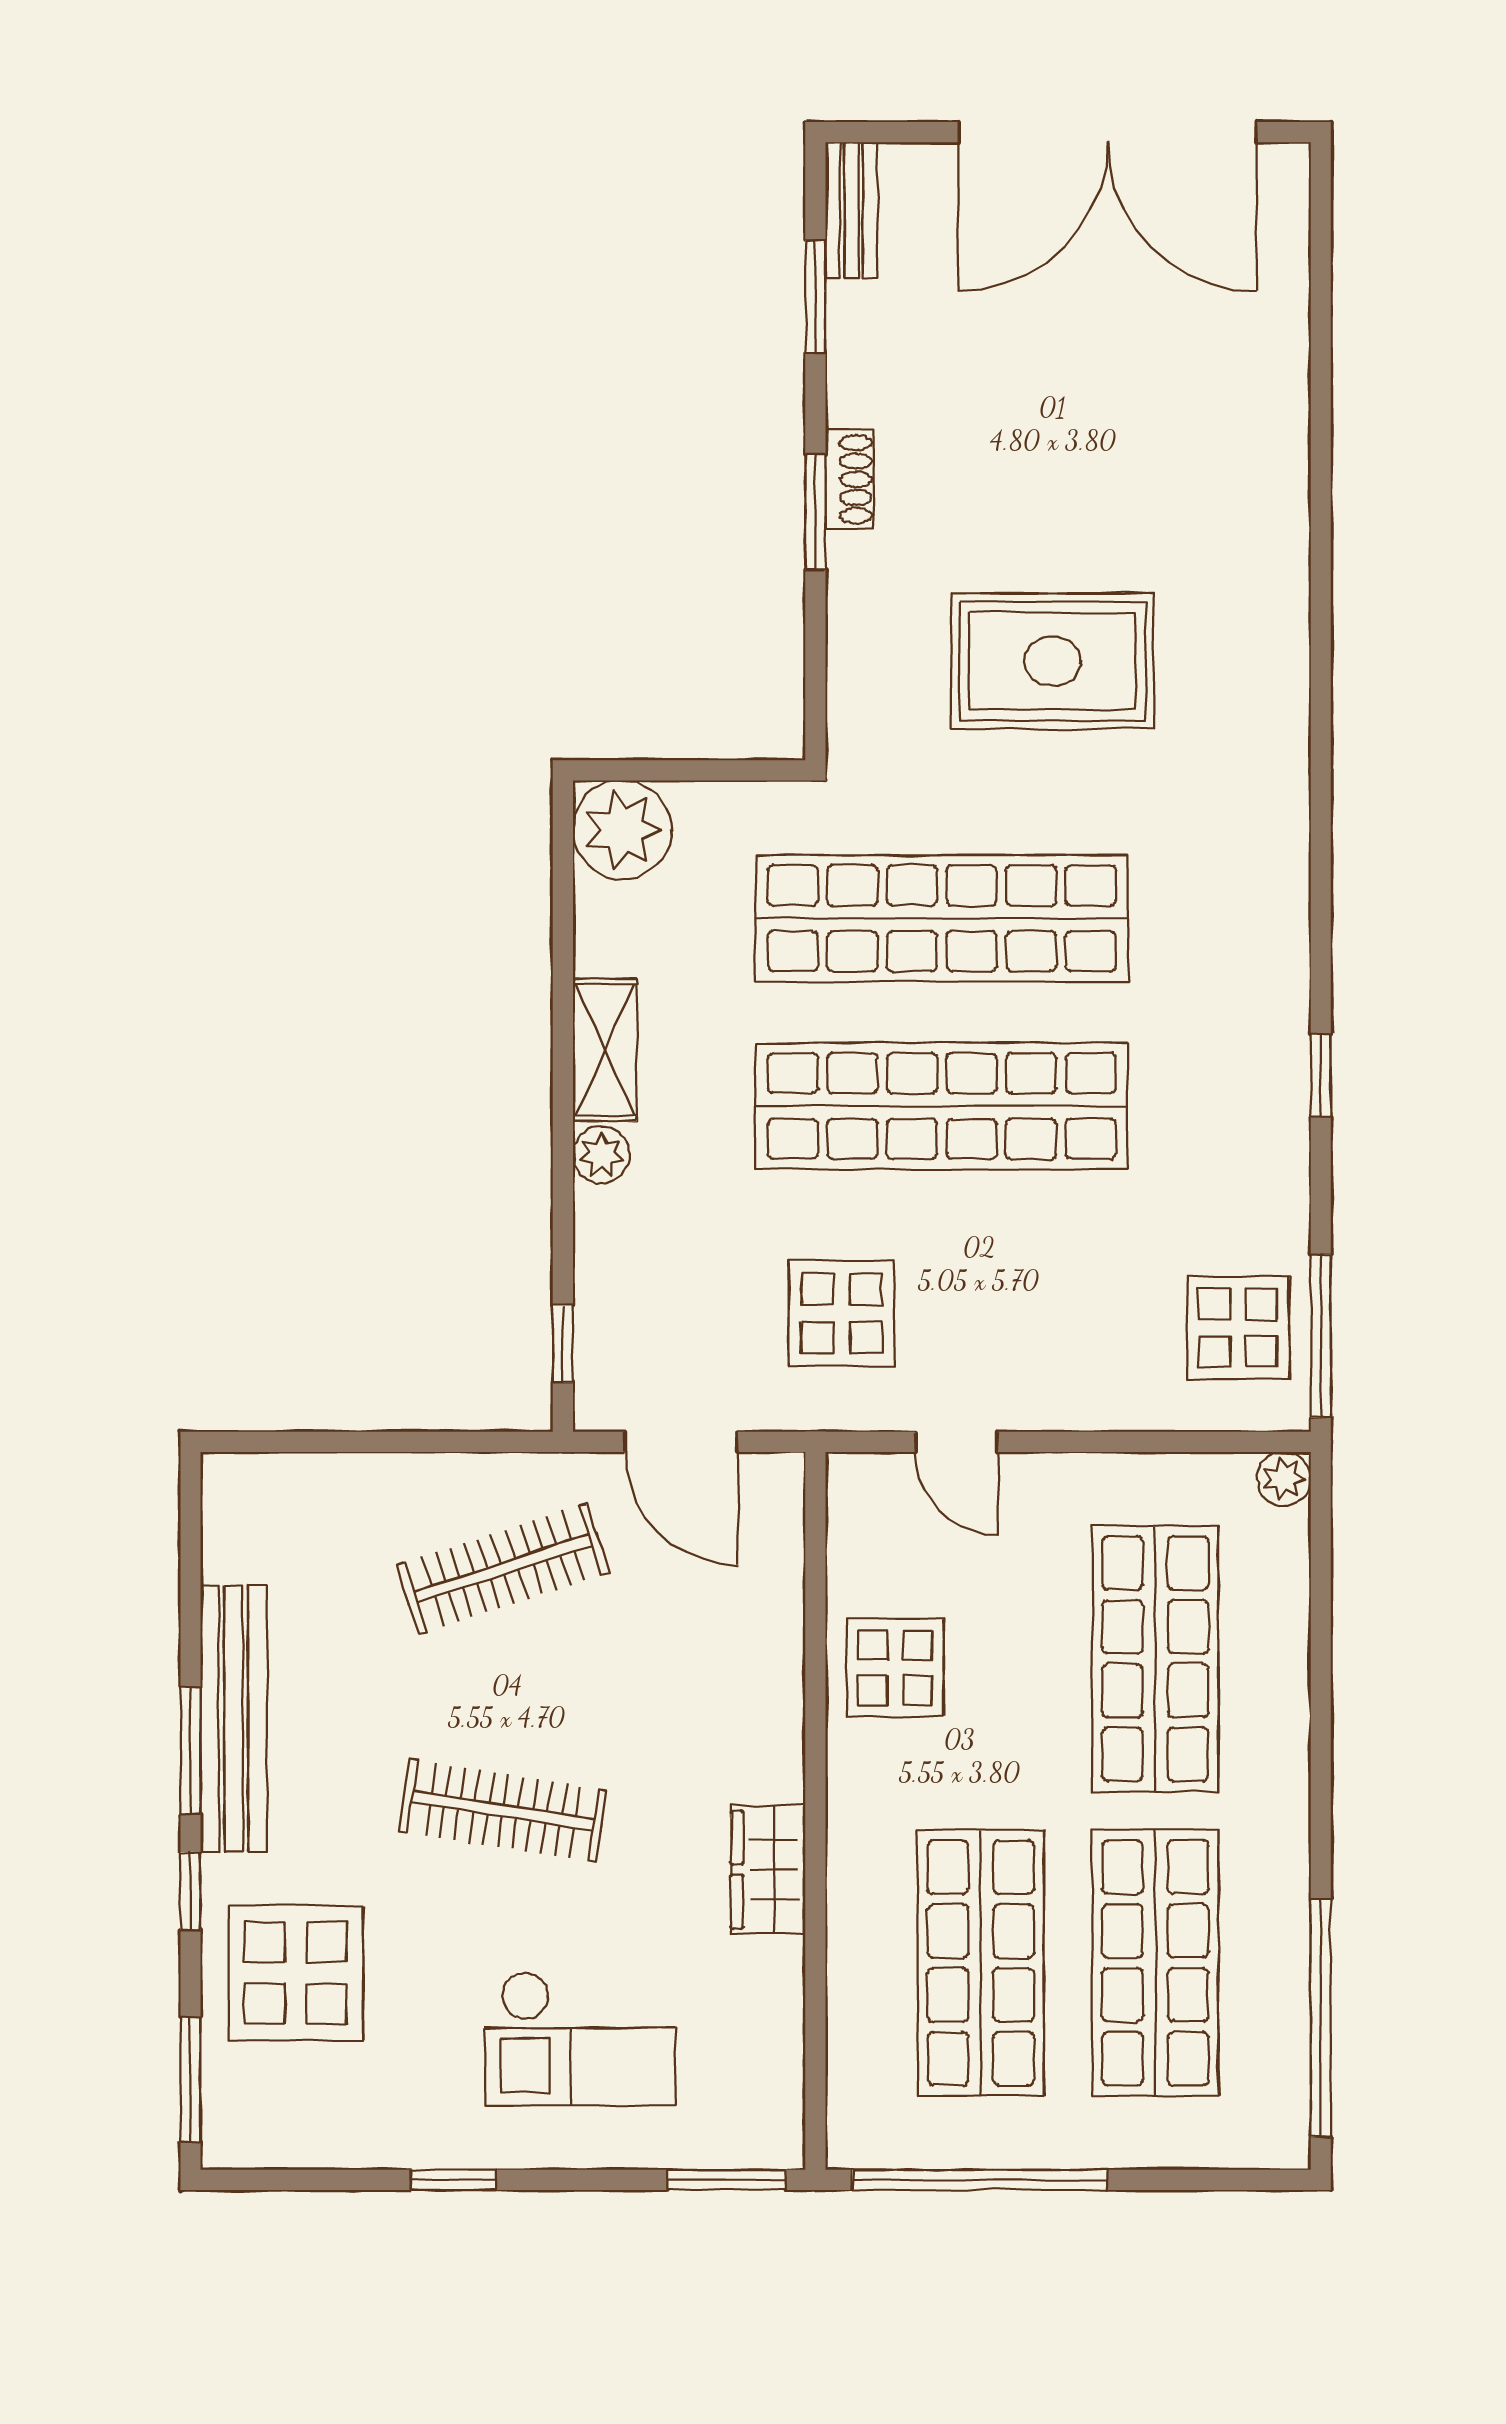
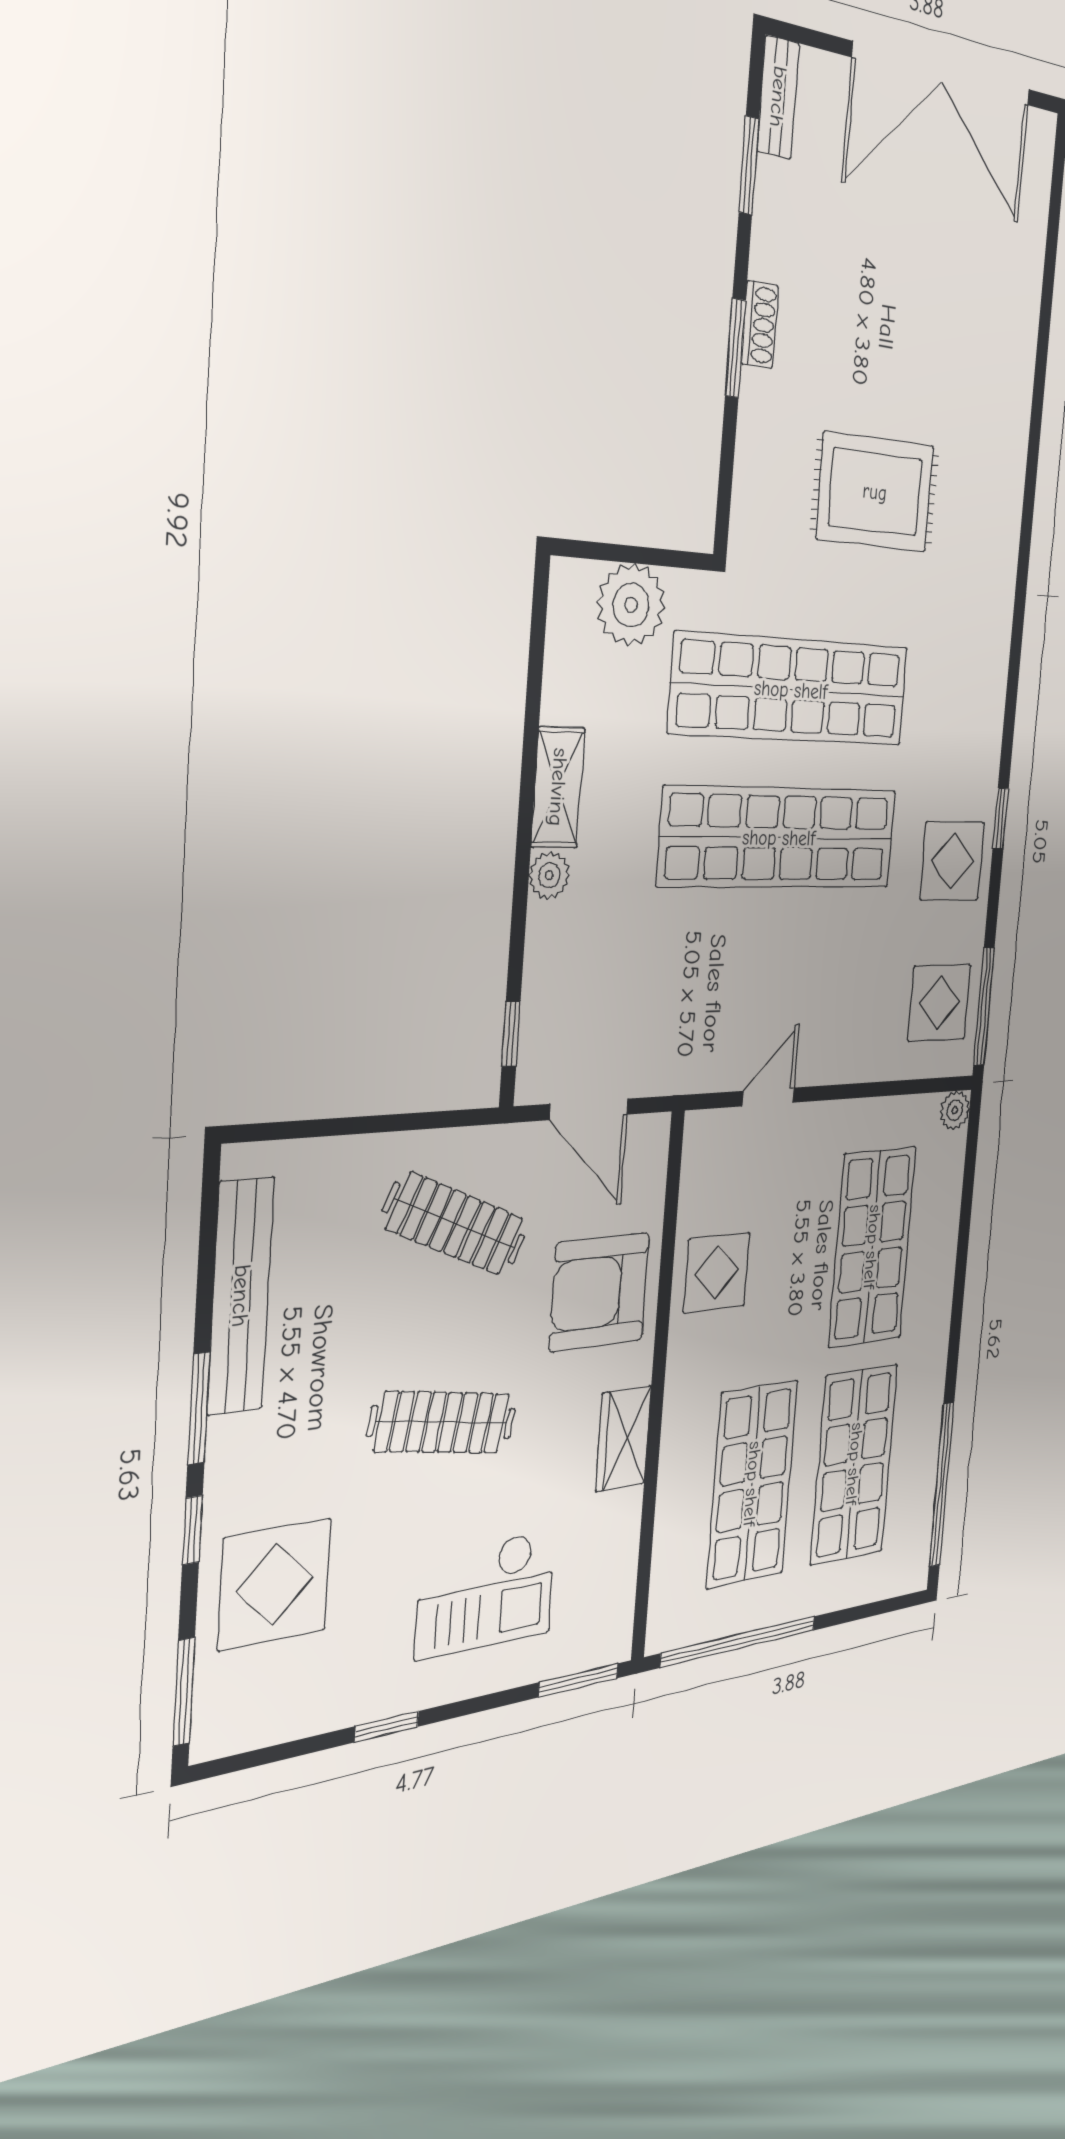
plant: (622, 830) -> (631, 605), moved
display table: (842, 1313) -> (952, 861), moved
door: (957, 1442) -> (768, 1097), swing flipped
clothes rail: (503, 1569) -> (455, 1224), turned 42
armchair: (716, 1674) -> (600, 1292), added
bench: (234, 1719) -> (241, 1296), moved

